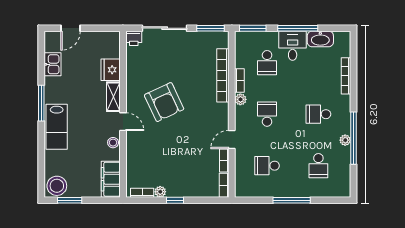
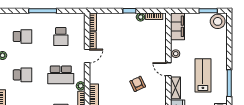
armchair: (164, 102) -> (138, 84), width x0.53, depth x0.53
school desk: (267, 114) -> (61, 75), width x1.85
lab bench: (57, 127) -> (203, 75), moved
school desk: (267, 166) -> (61, 36), turned 90
school desk: (318, 166) -> (23, 36), turned 90

